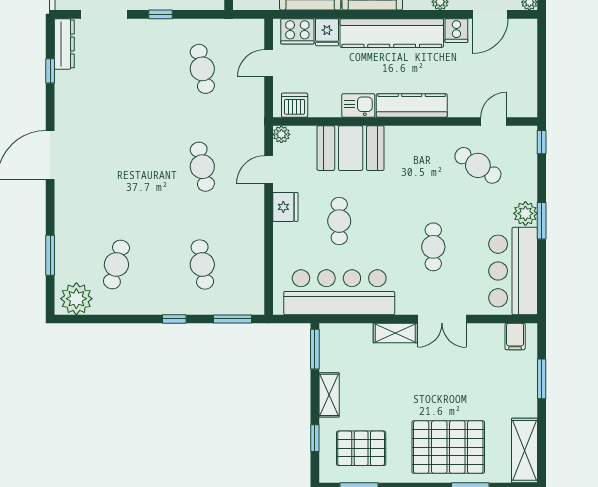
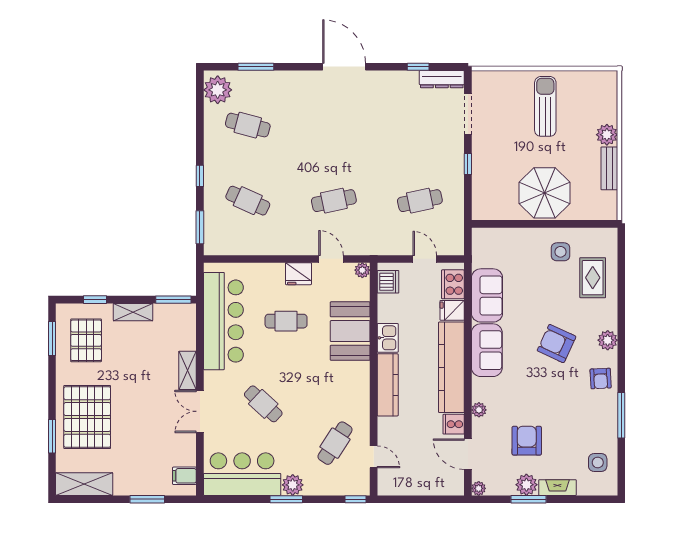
cafe table: (433, 247) -> (263, 404), turned 43
cafe table: (202, 264) -> (248, 201), turned 33

